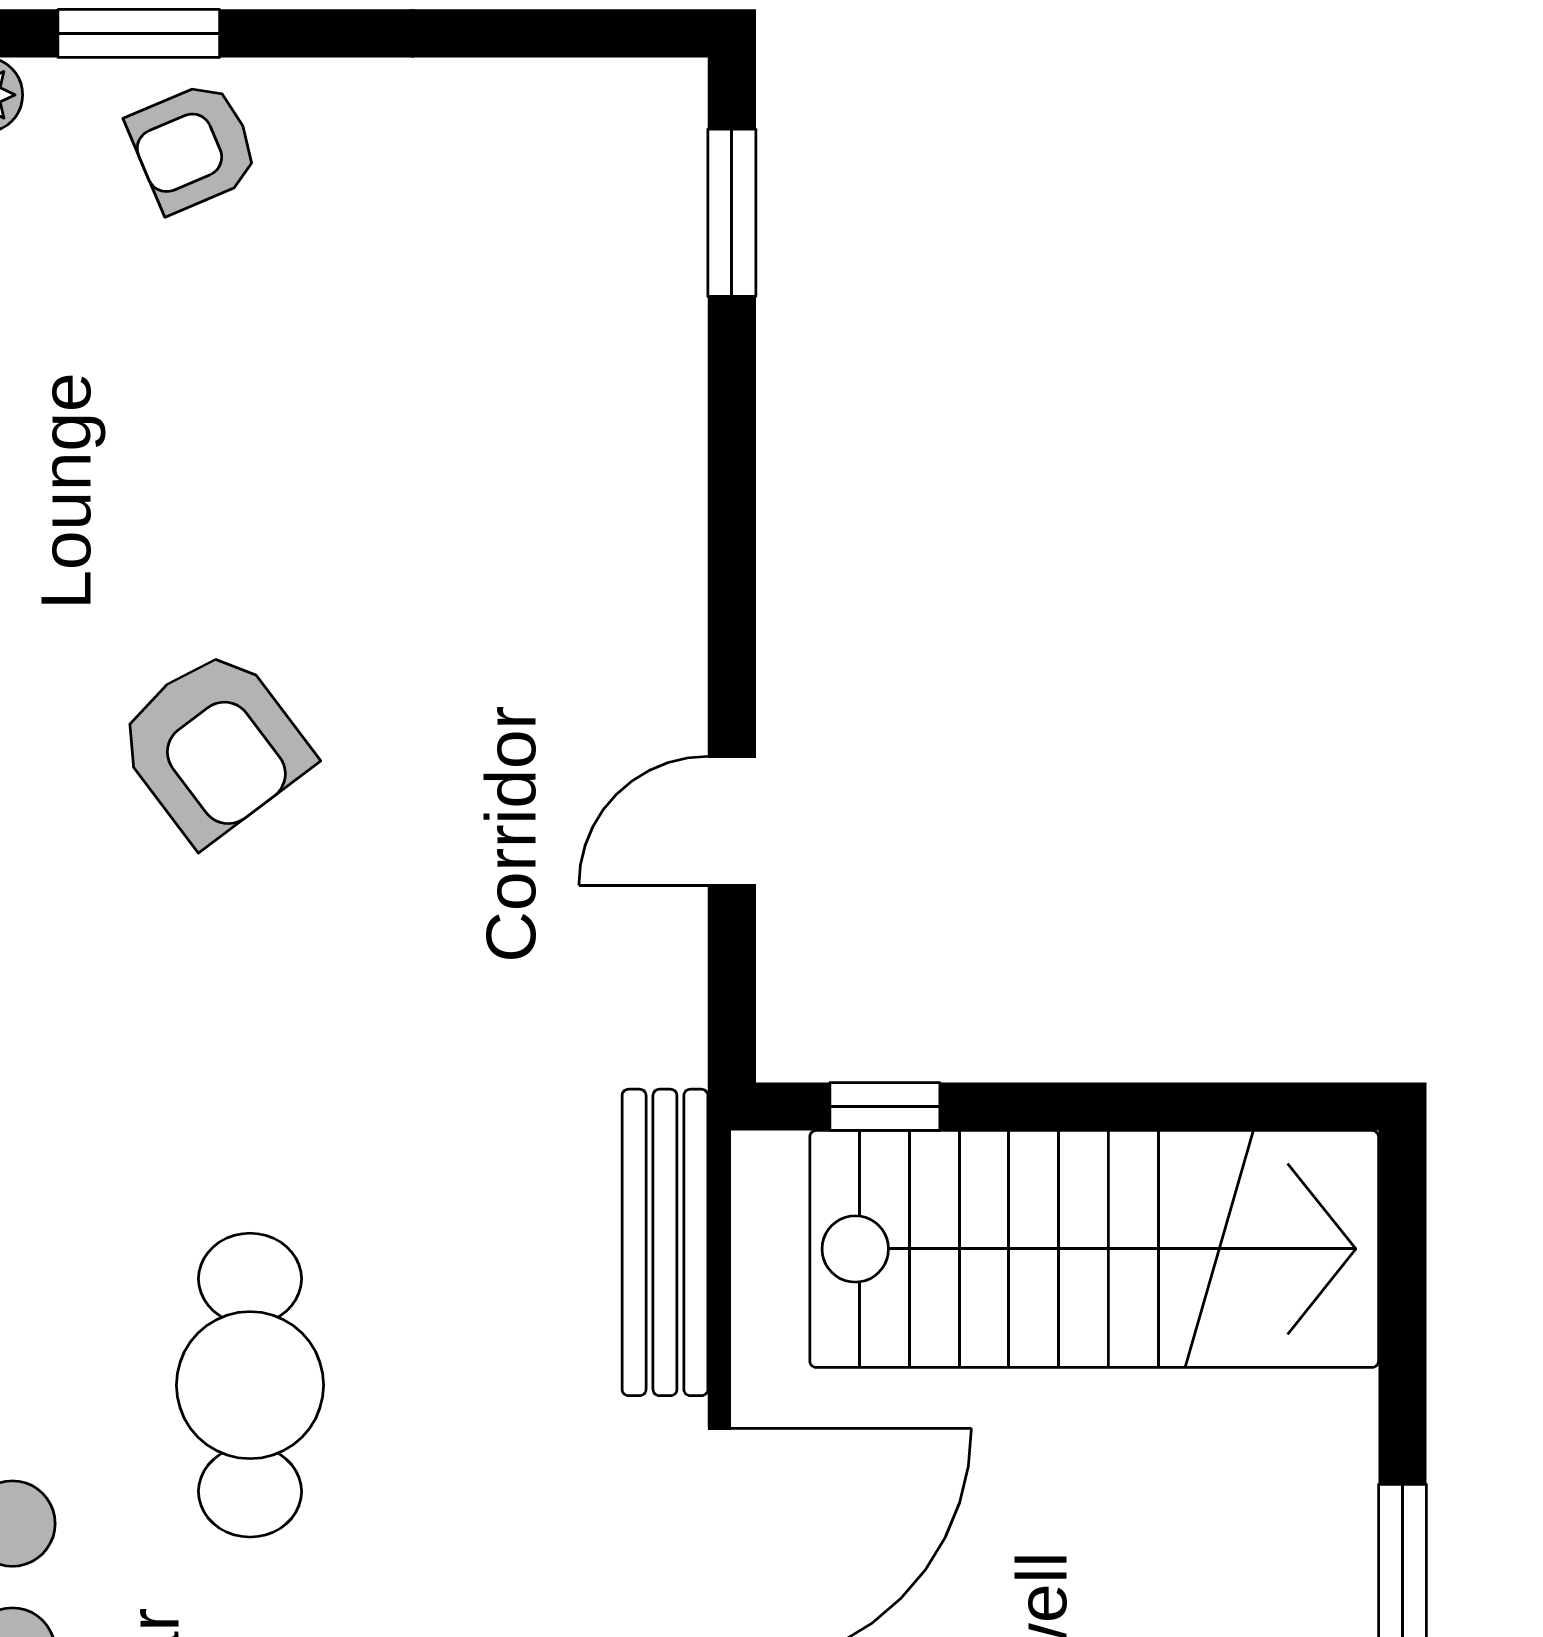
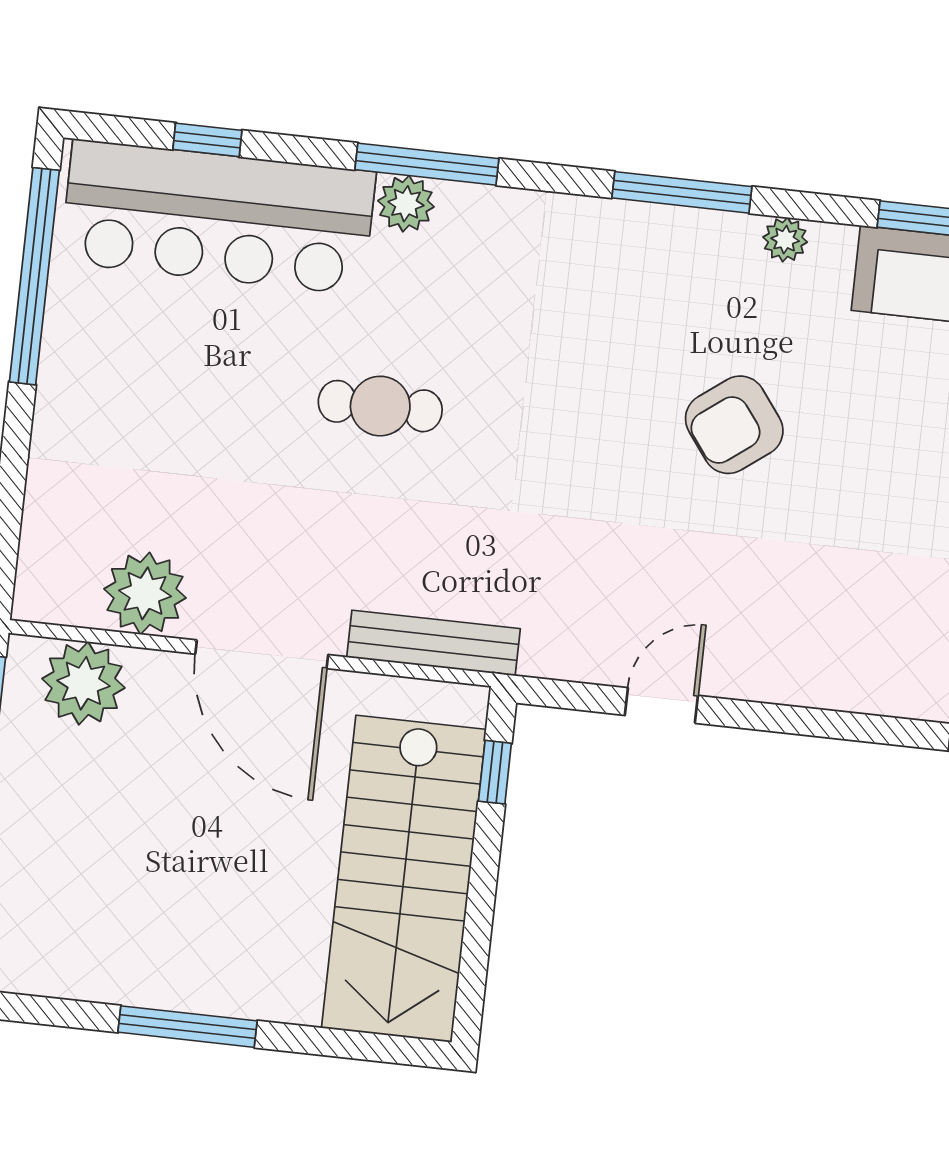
door: (732, 821) -> (661, 705), hinge flipped
cafe table: (250, 1385) -> (380, 406), width x0.73, depth x0.74

